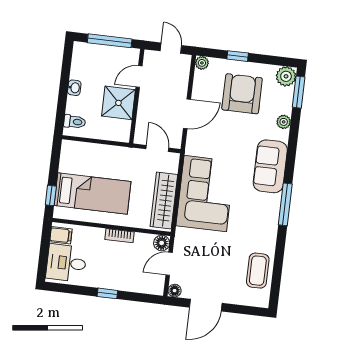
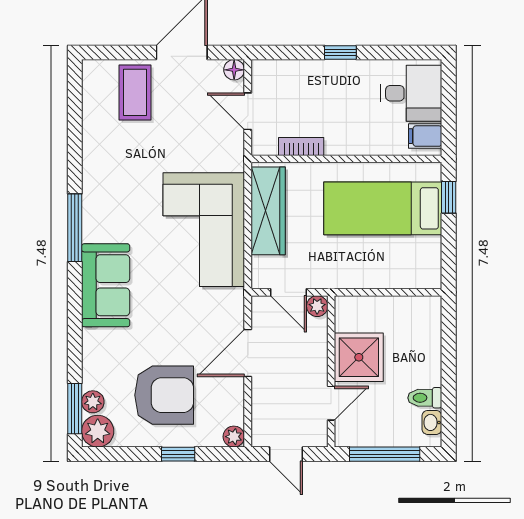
washbasin: (74, 88) -> (432, 422), moved
armchair: (242, 94) -> (164, 395), turned -90
toilet: (75, 122) -> (425, 398), moved
plant: (284, 122) -> (93, 402), moved
plant: (140, 138) -> (317, 306), added
bookcase: (120, 236) -> (301, 147), moved
floor lamp: (162, 243) -> (264, 143), removed
door: (169, 264) -> (248, 111), swing flipped
coffee table: (258, 271) -> (135, 92), moved

